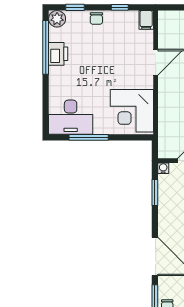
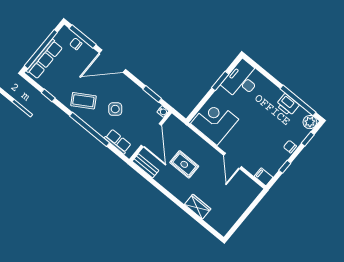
window: (89, 137) -> (220, 81), width x0.69

